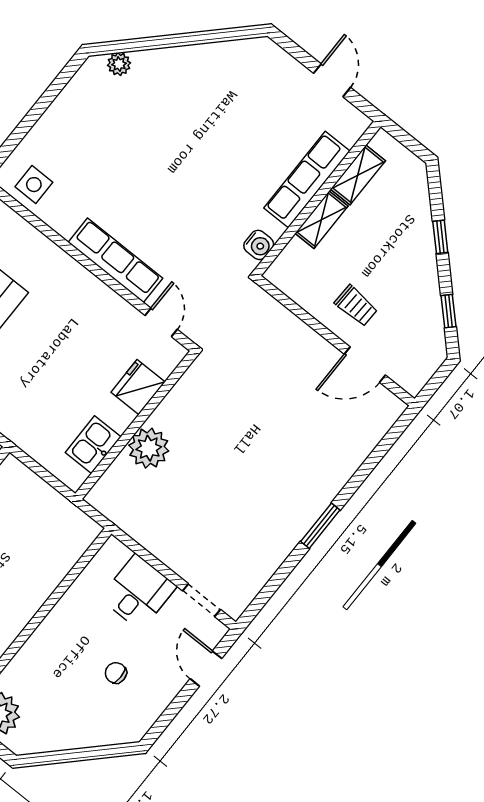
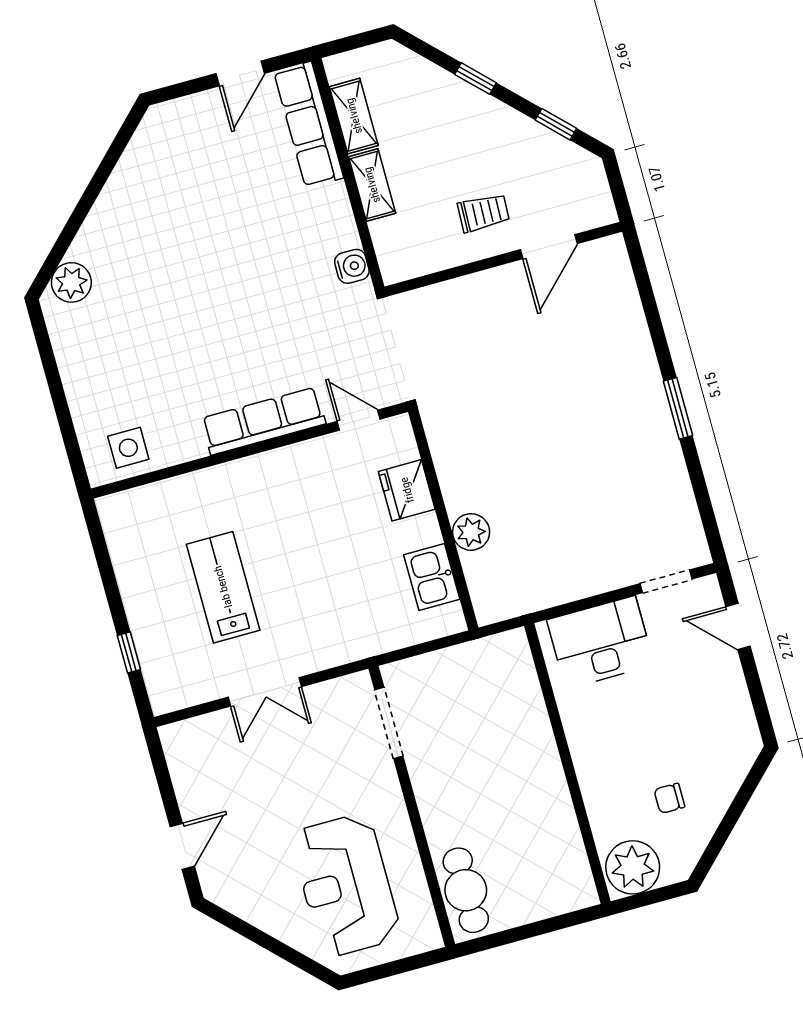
plant: (119, 64) -> (71, 282), width x1.38, depth x1.38
door: (332, 80) -> (240, 73), swing flipped
row of seats: (307, 180) -> (309, 125), moved
plant: (149, 448) -> (471, 532), width x0.73, depth x0.73
desk: (138, 592) -> (600, 642), width x1.37
chair: (116, 673) -> (669, 798), moved

